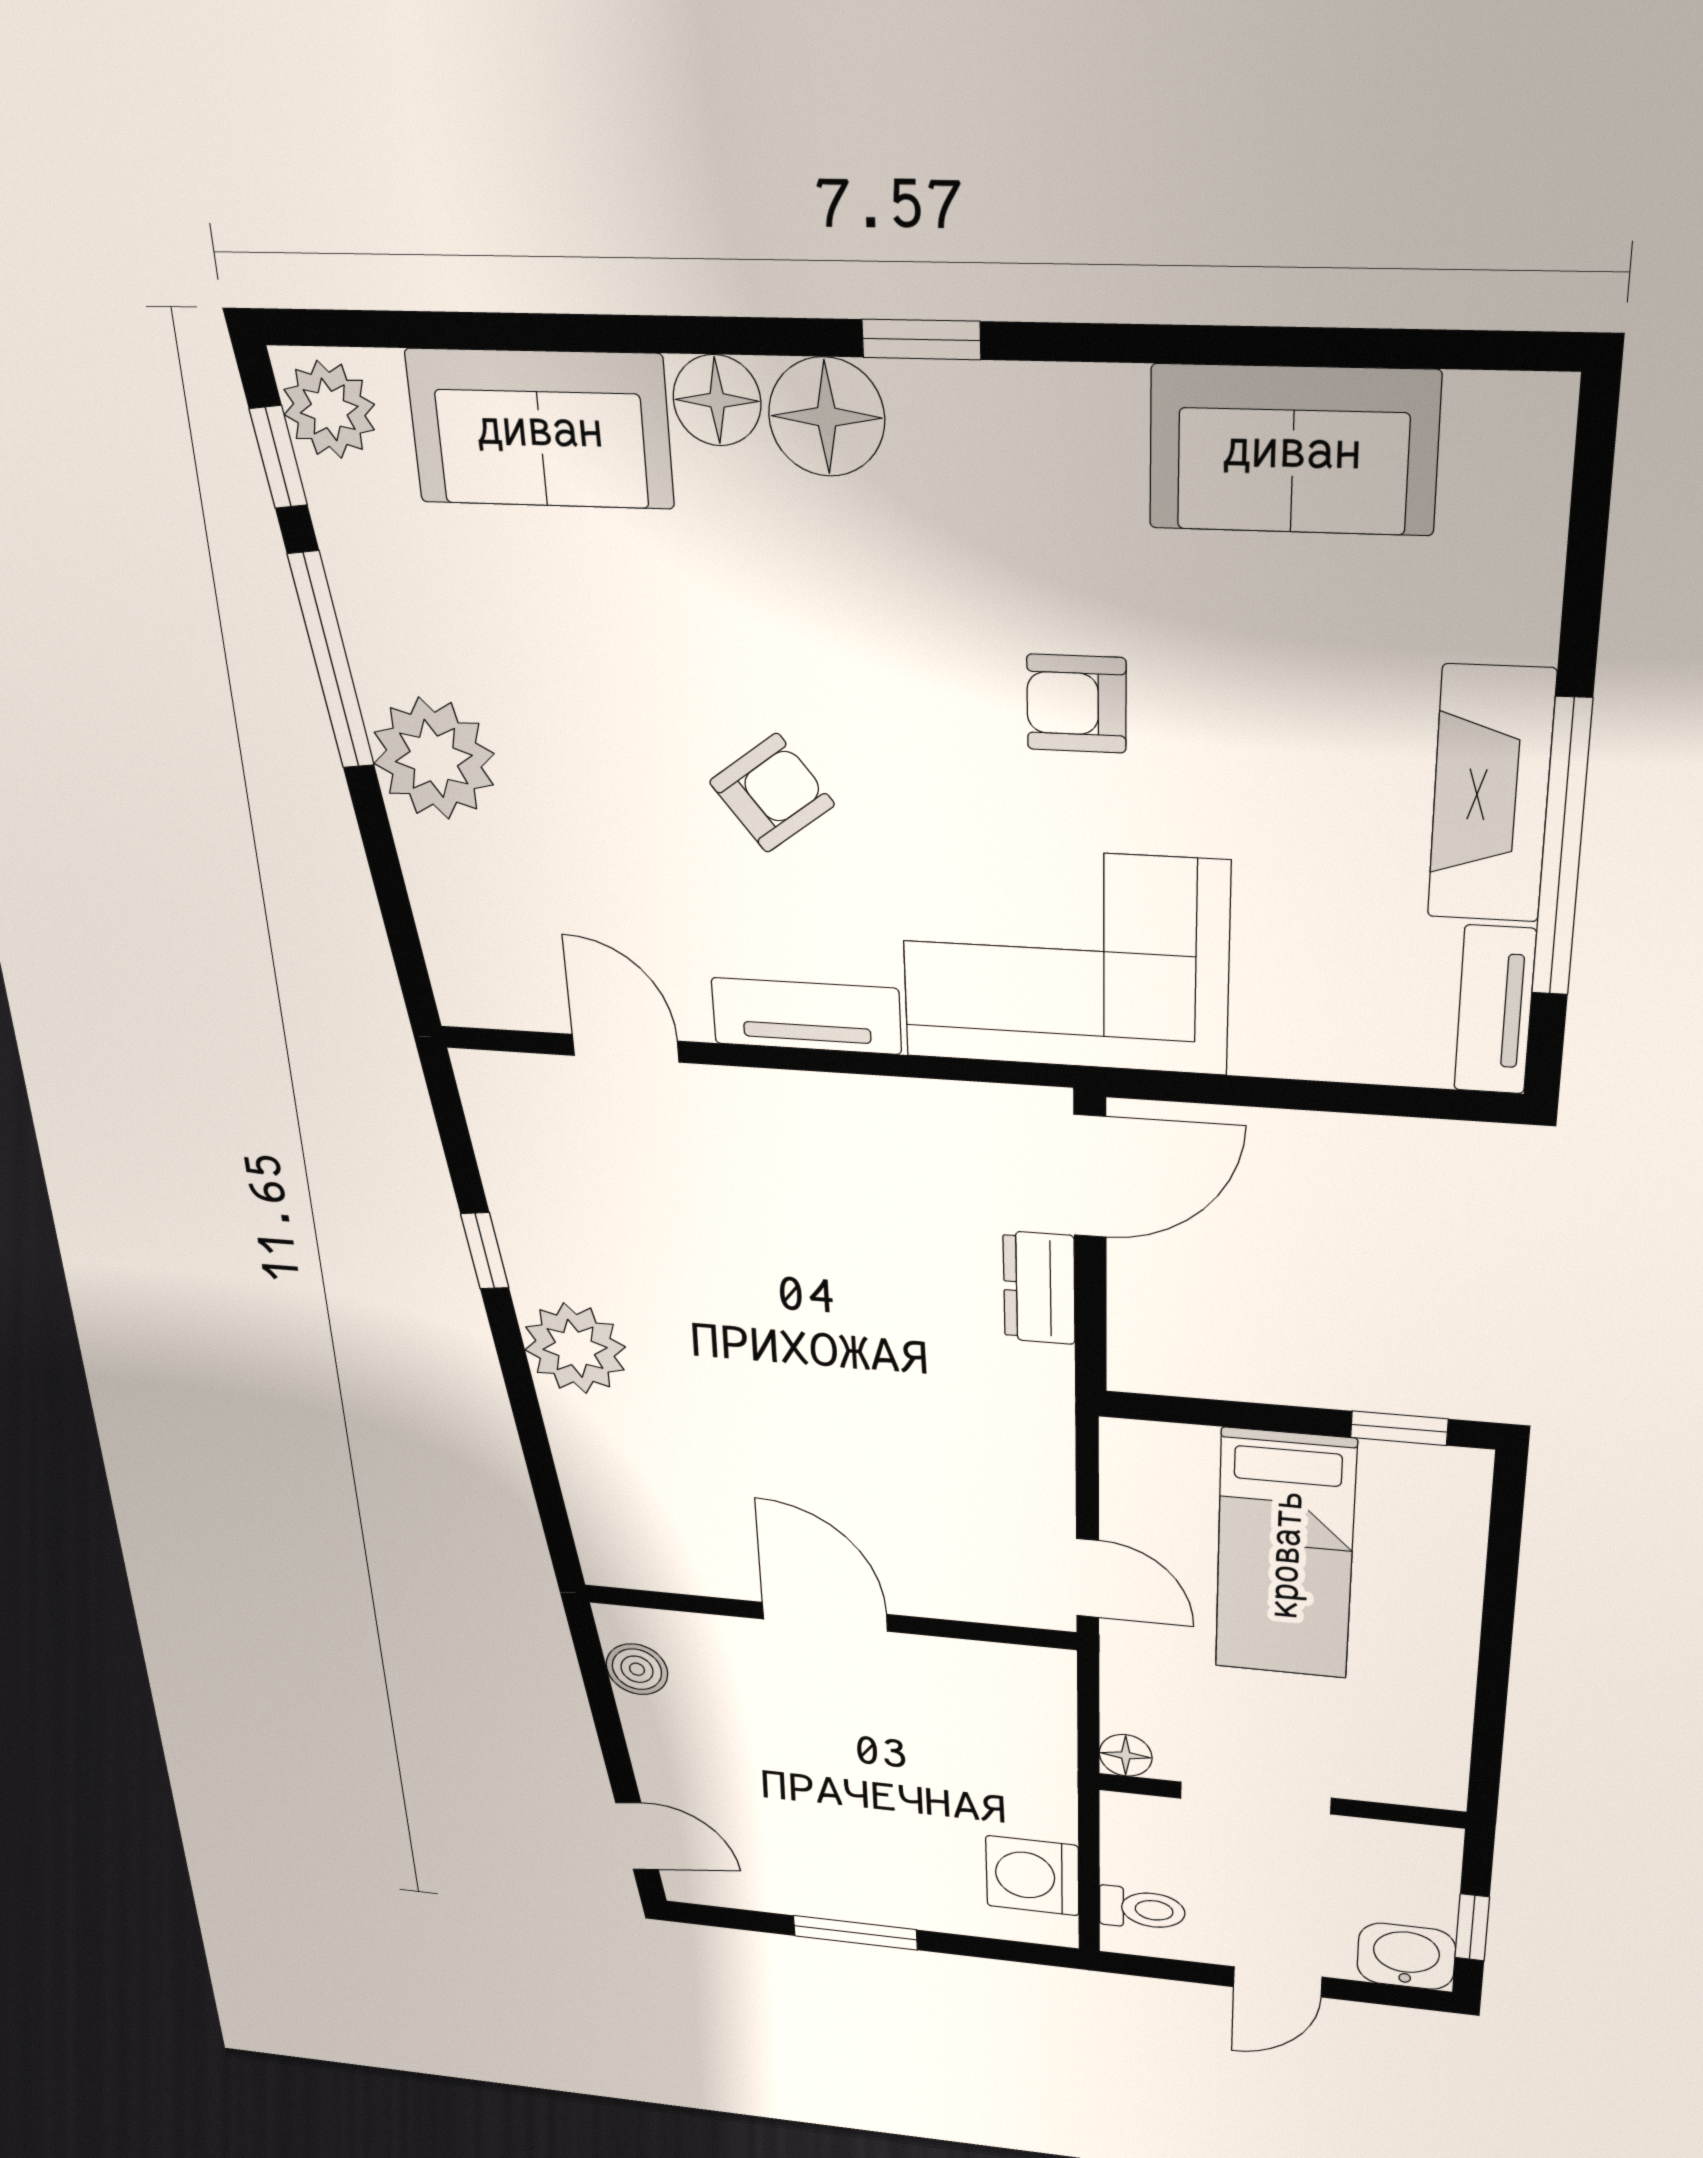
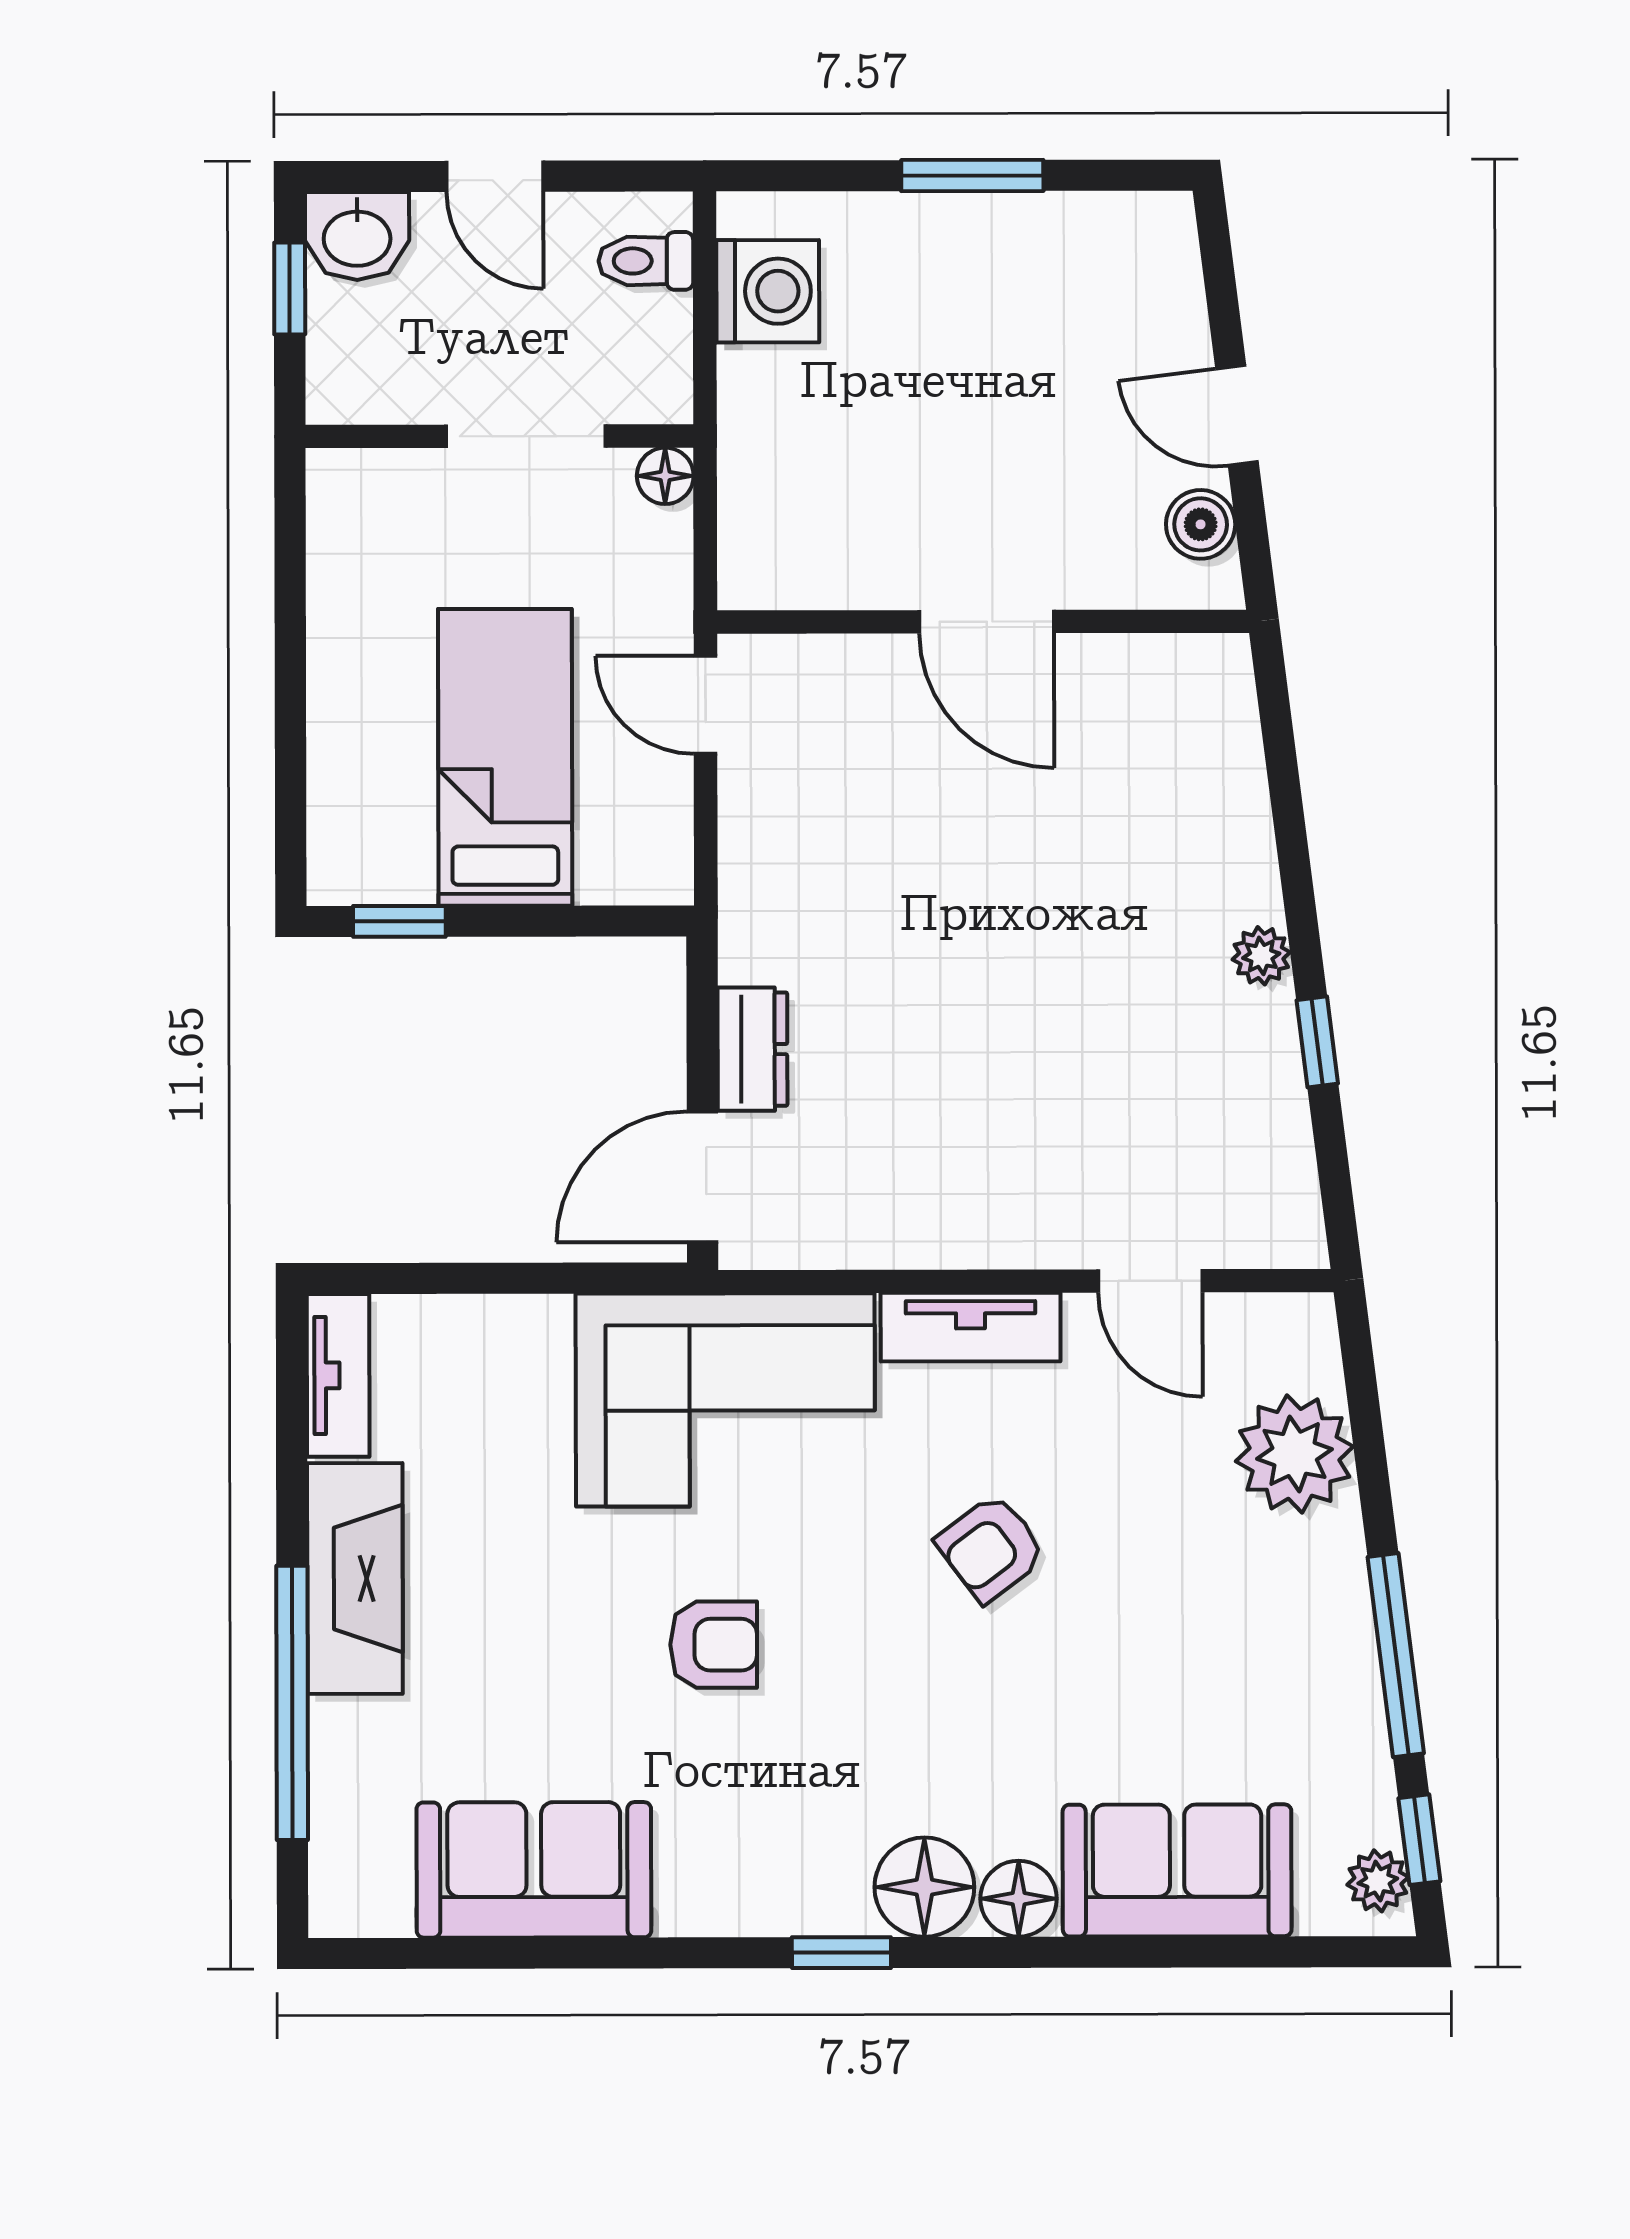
plant: (329, 410) -> (1378, 1881), width x0.73, depth x0.73
plant: (434, 759) -> (1295, 1454), moved
window: (1562, 849) -> (292, 1703), moved
plant: (575, 1348) -> (1261, 956), width x0.53, depth x0.53
door: (637, 1836) -> (1237, 415), moved
door: (1278, 1982) -> (495, 176), swing flipped

